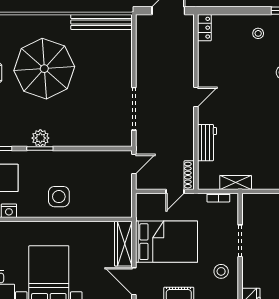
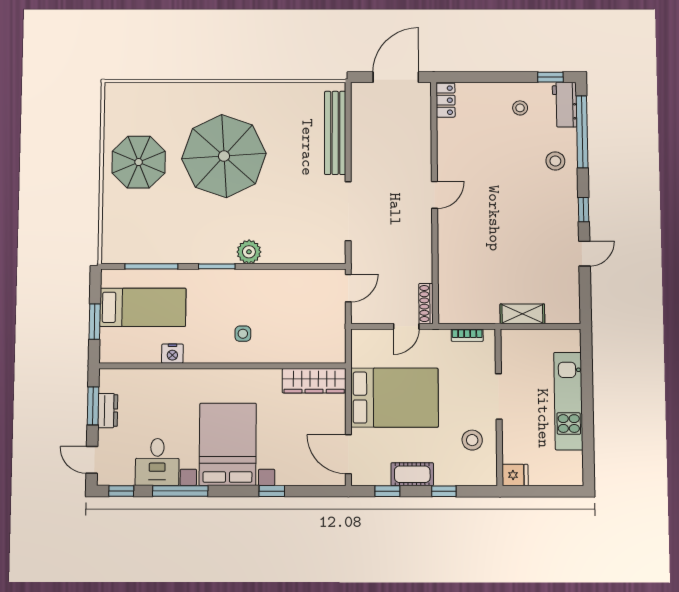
bench: (101, 22) -> (335, 133), moved, turned 90
plant: (40, 138) -> (249, 252), moved
workbench: (207, 143) -> (451, 258), removed
shelving: (236, 182) -> (522, 314), moved
side table: (59, 197) -> (243, 334), width x0.54, depth x0.54
wardrobe: (123, 244) -> (314, 381), moved, turned -90

